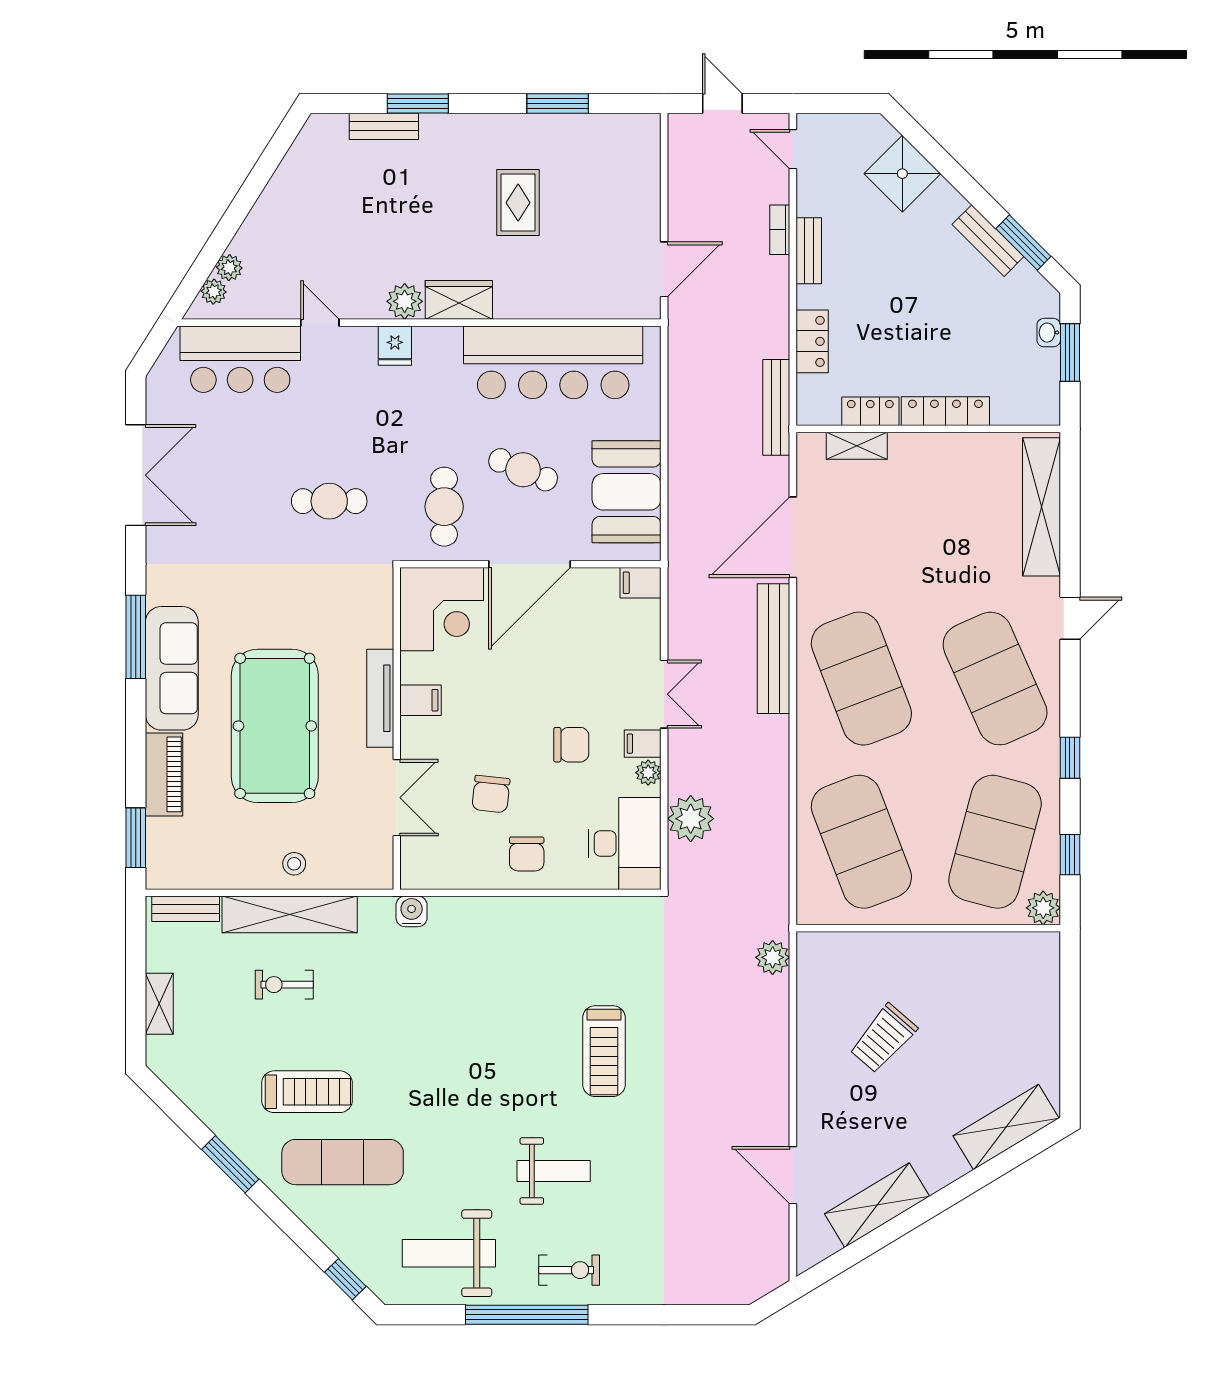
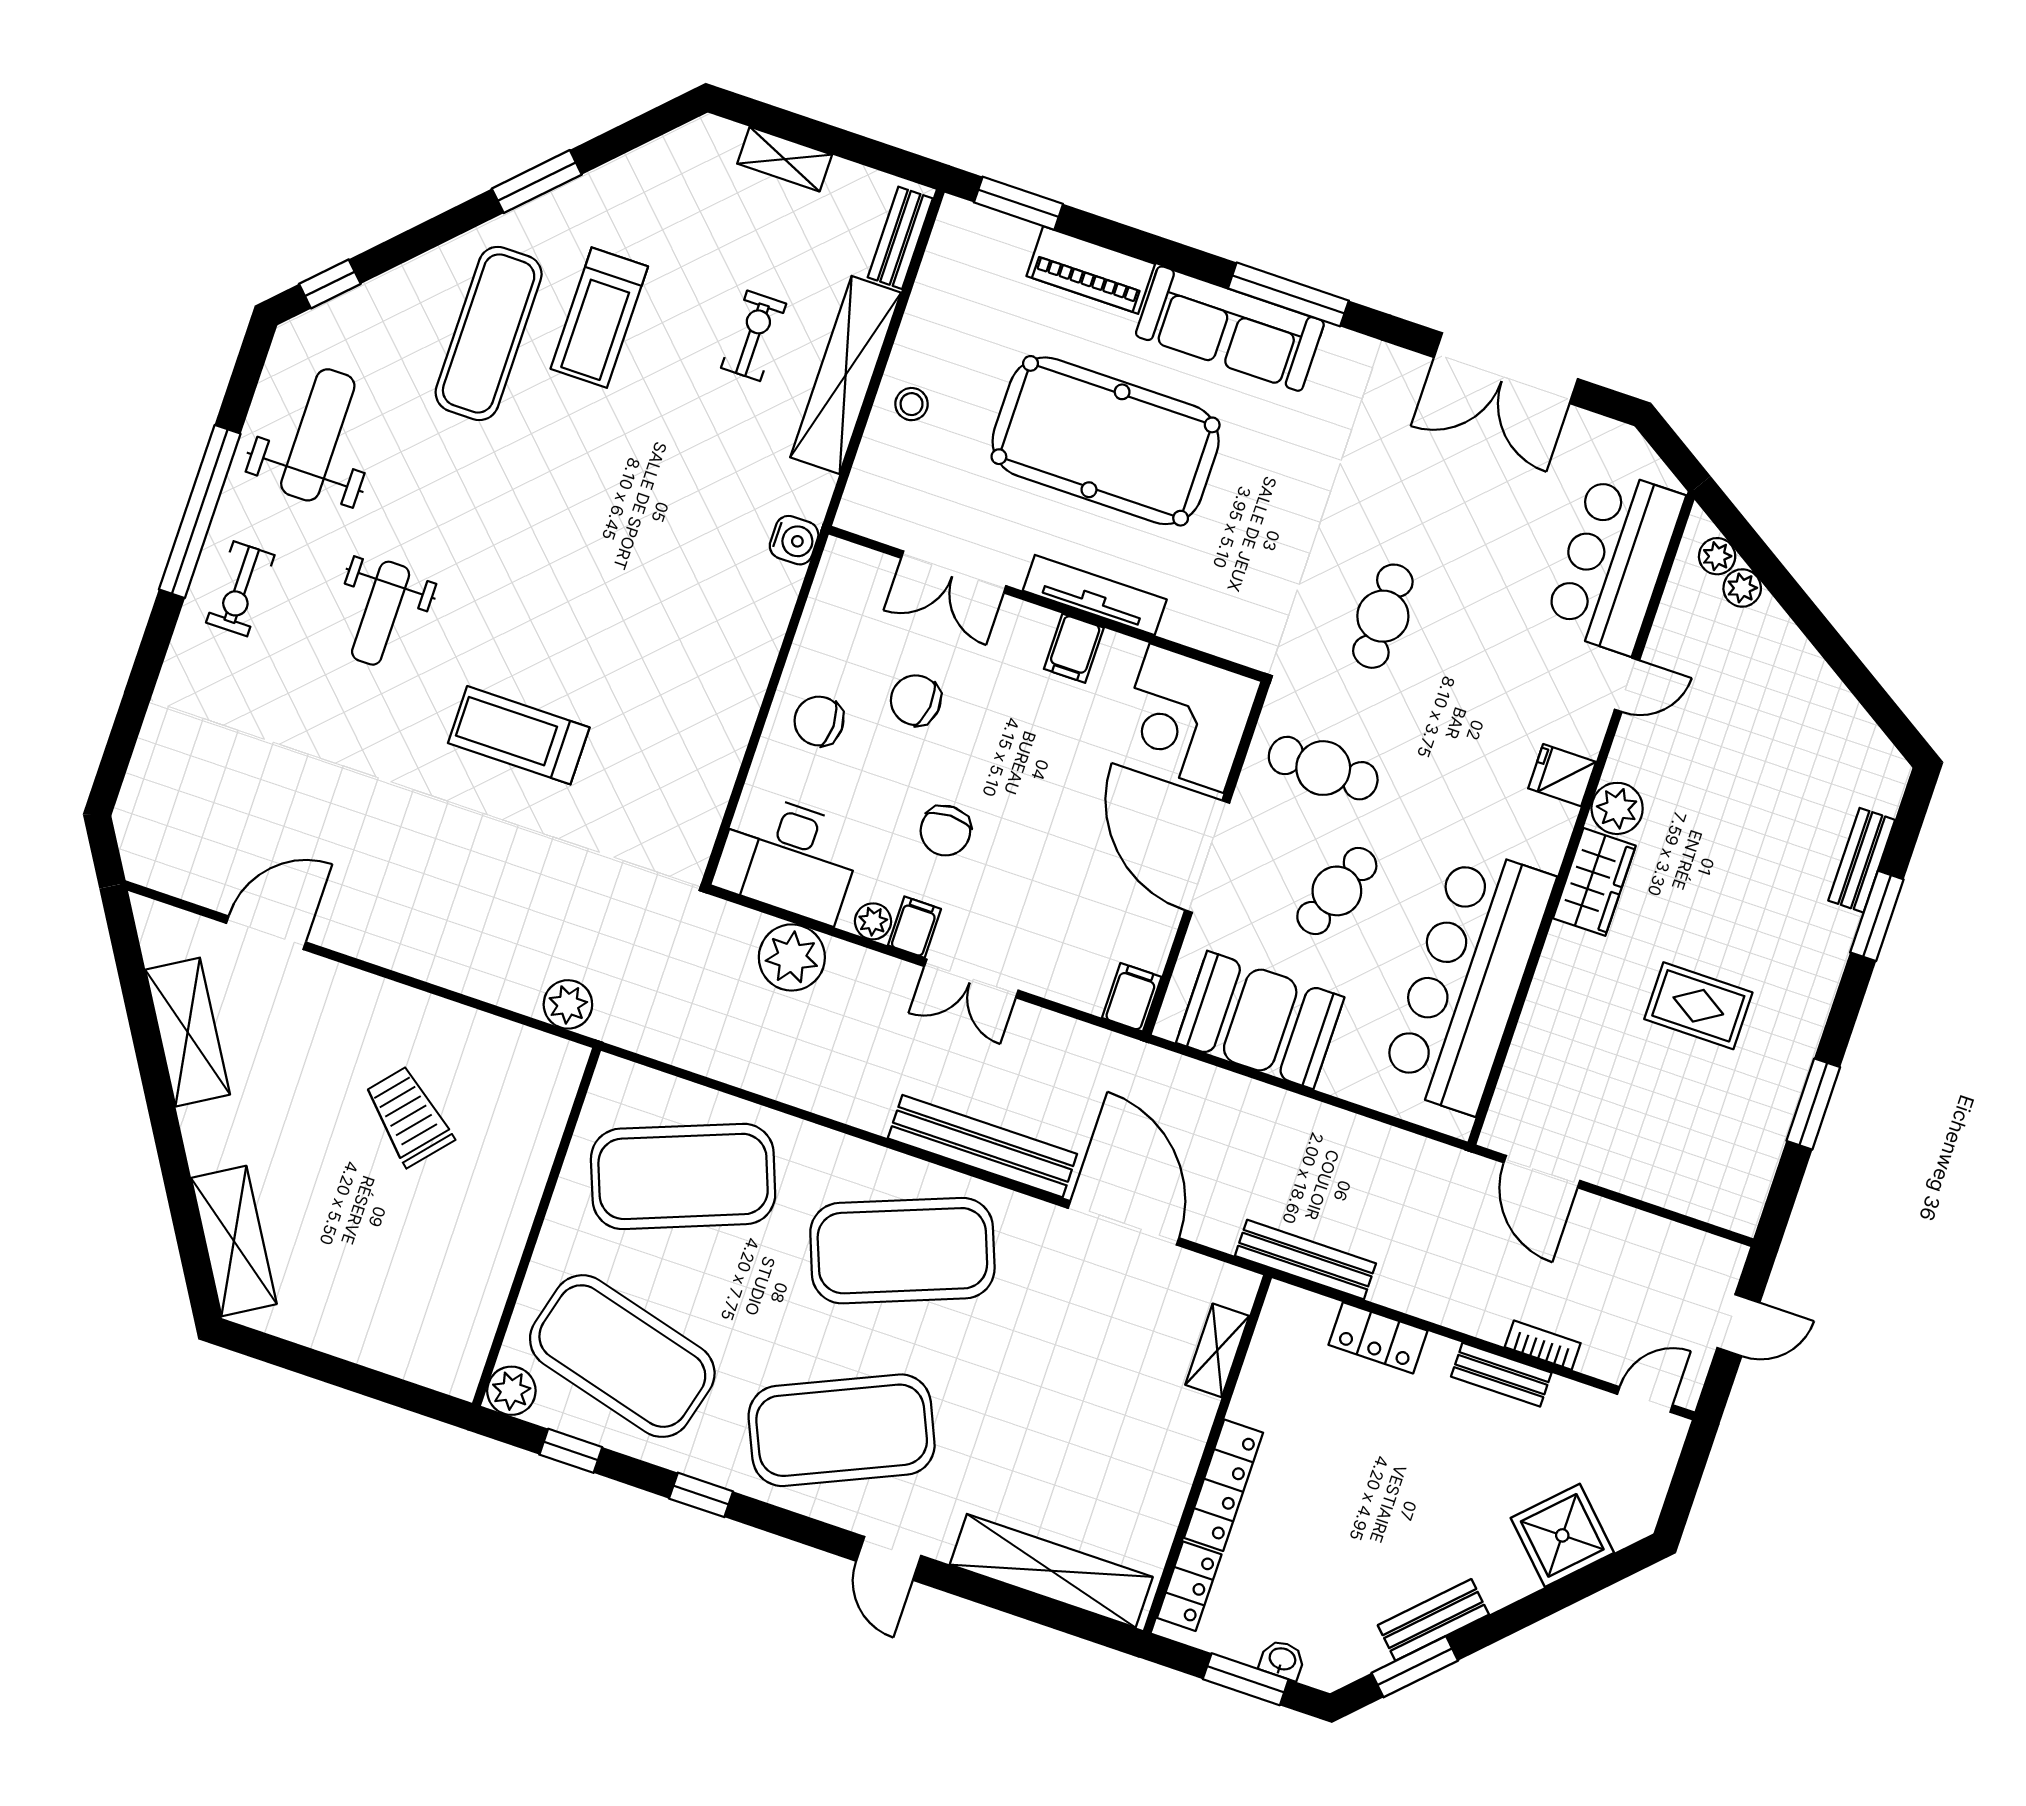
locker: (870, 411) -> (1189, 1586), moved

